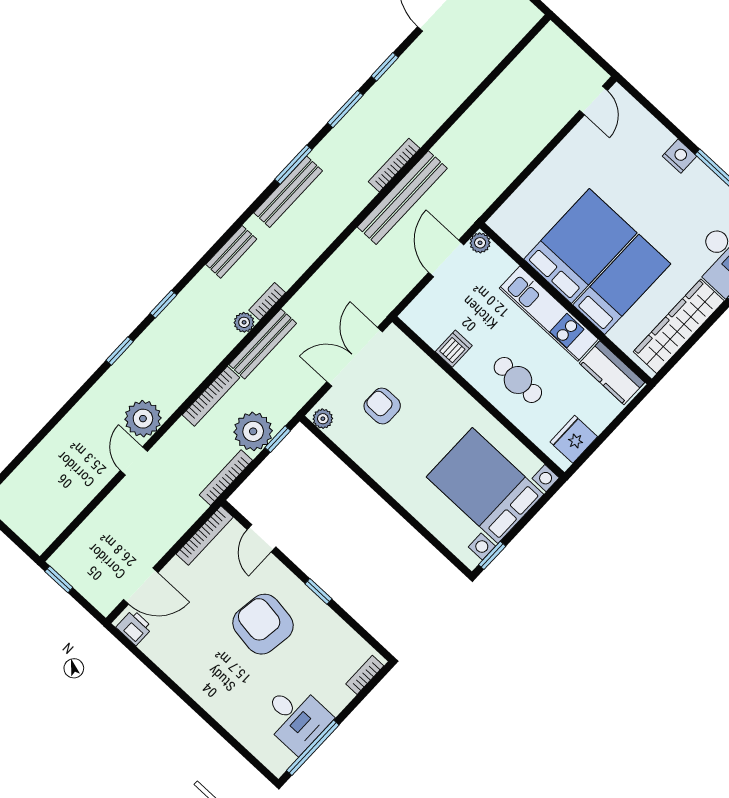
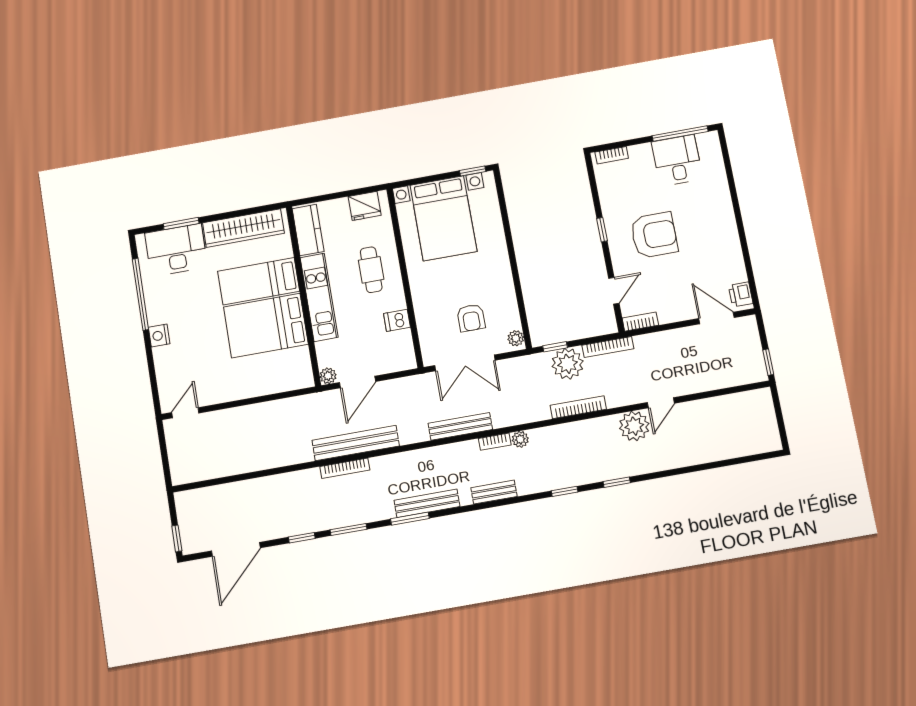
bench: (263, 344) -> (460, 426), moved
bookcase: (205, 536) -> (640, 322), width x0.64
armchair: (263, 624) -> (654, 235), turned -98

